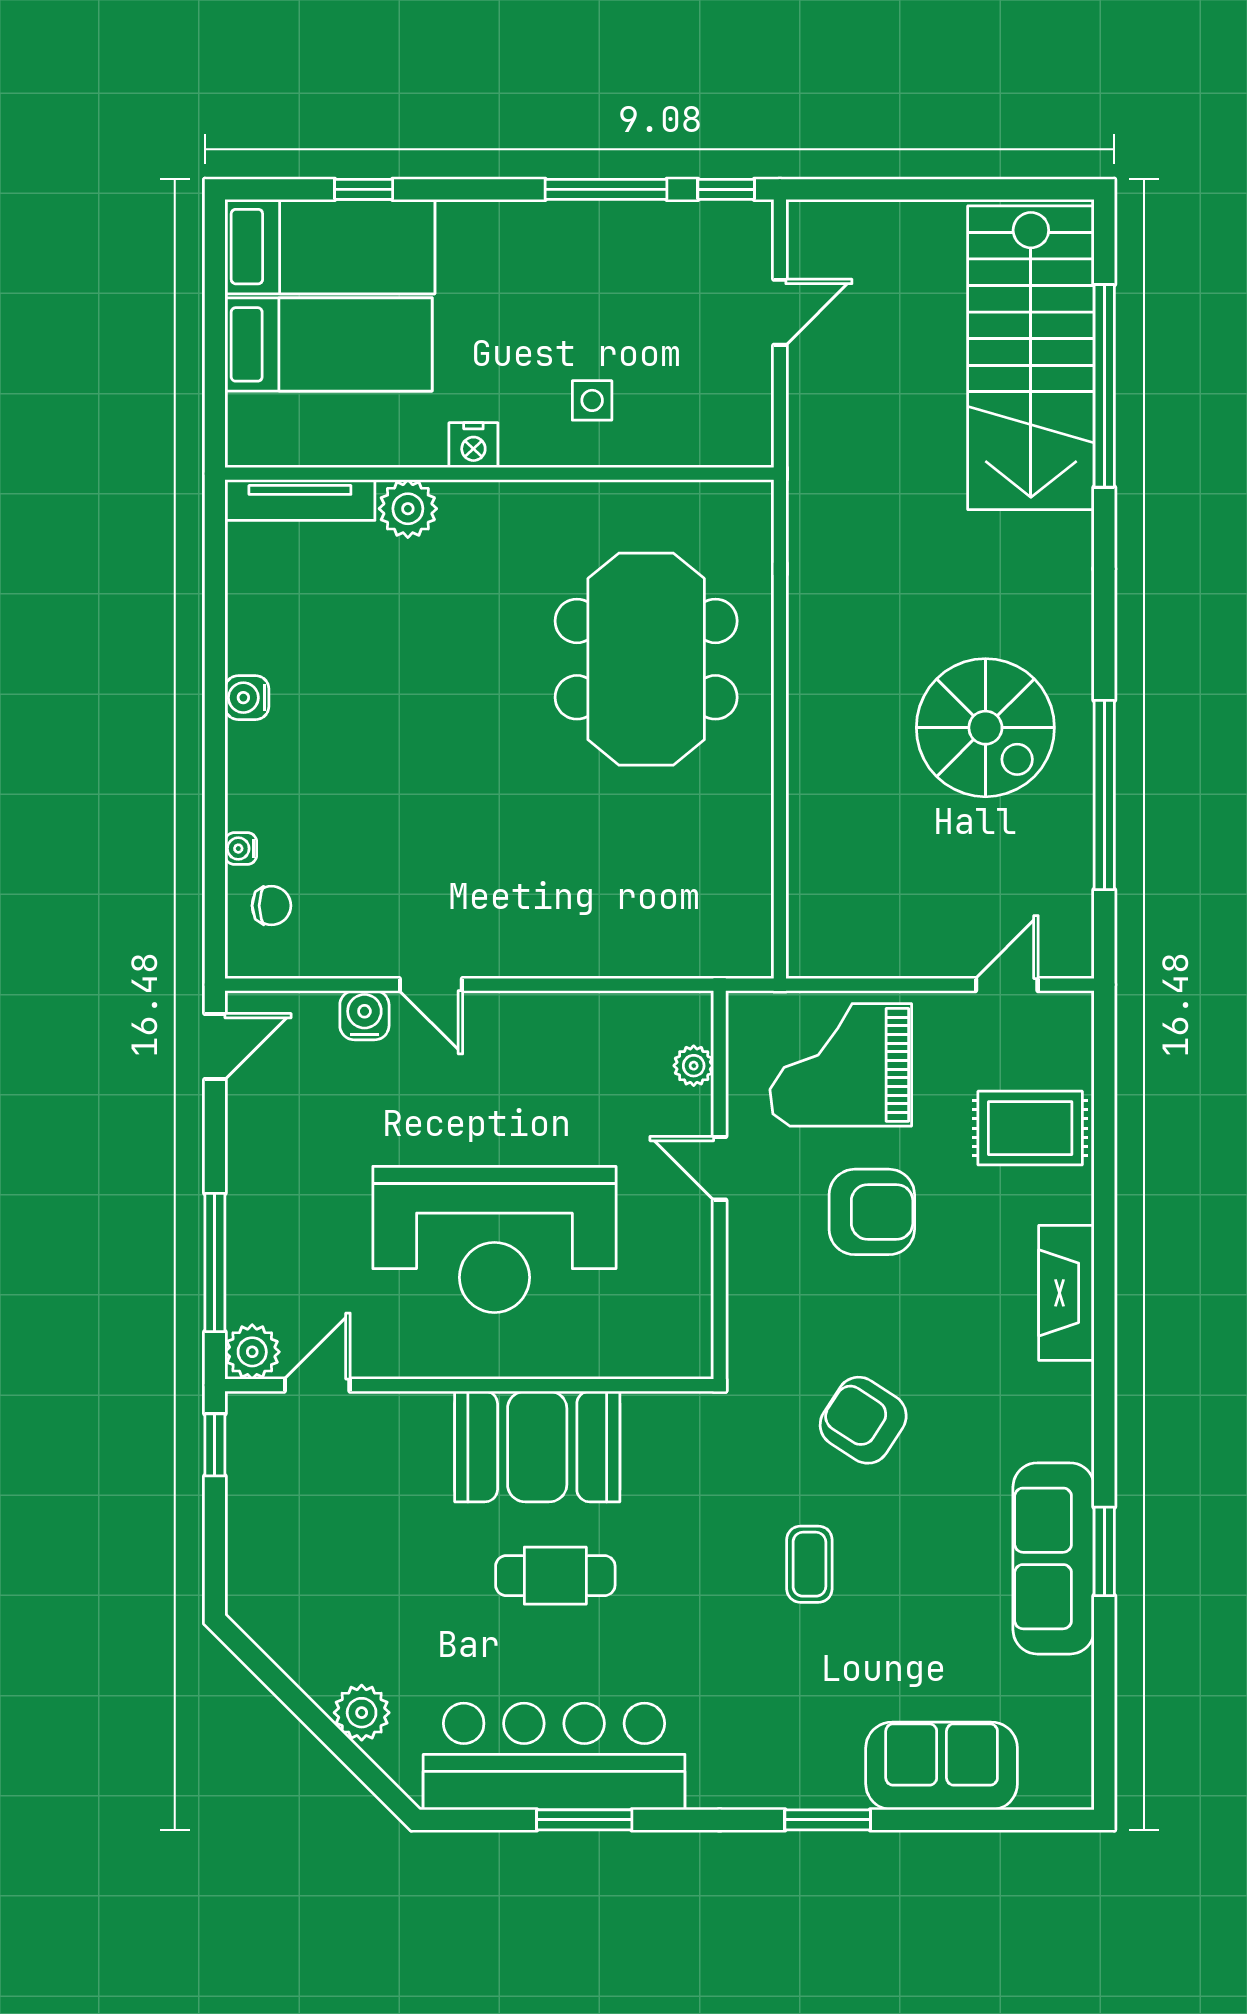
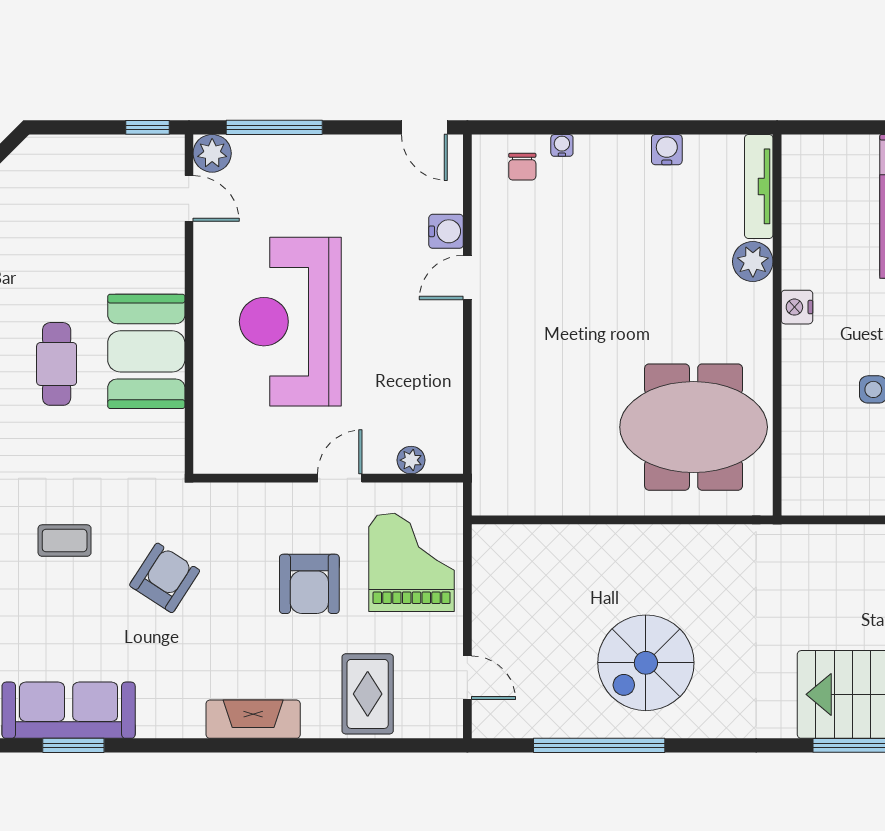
nightstand: (473, 445) -> (797, 307), moved
wall: (499, 474) -> (777, 325), moved
tv unit: (300, 500) -> (759, 186), moved
plant: (408, 509) -> (753, 261), moved

